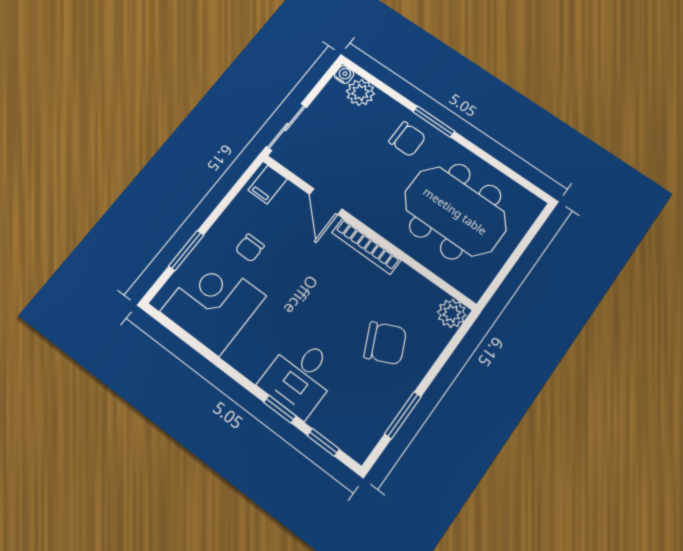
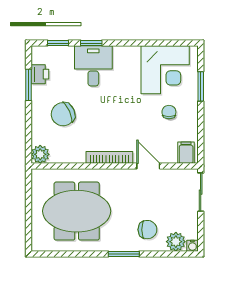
chair: (407, 139) -> (147, 230), moved, turned 180
printer: (378, 418) -> (40, 74), added

